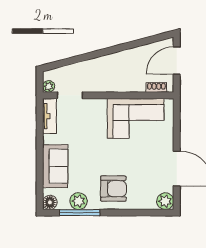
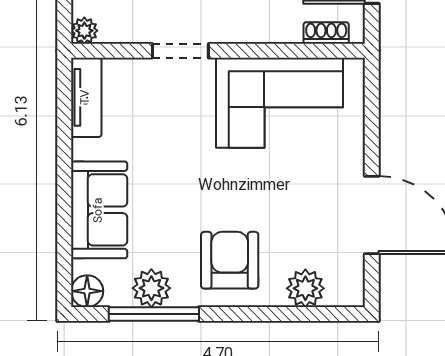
doorway: (70, 95) -> (180, 51), moved
armchair: (113, 189) -> (230, 260), turned -90
plant: (165, 201) -> (305, 288), moved

